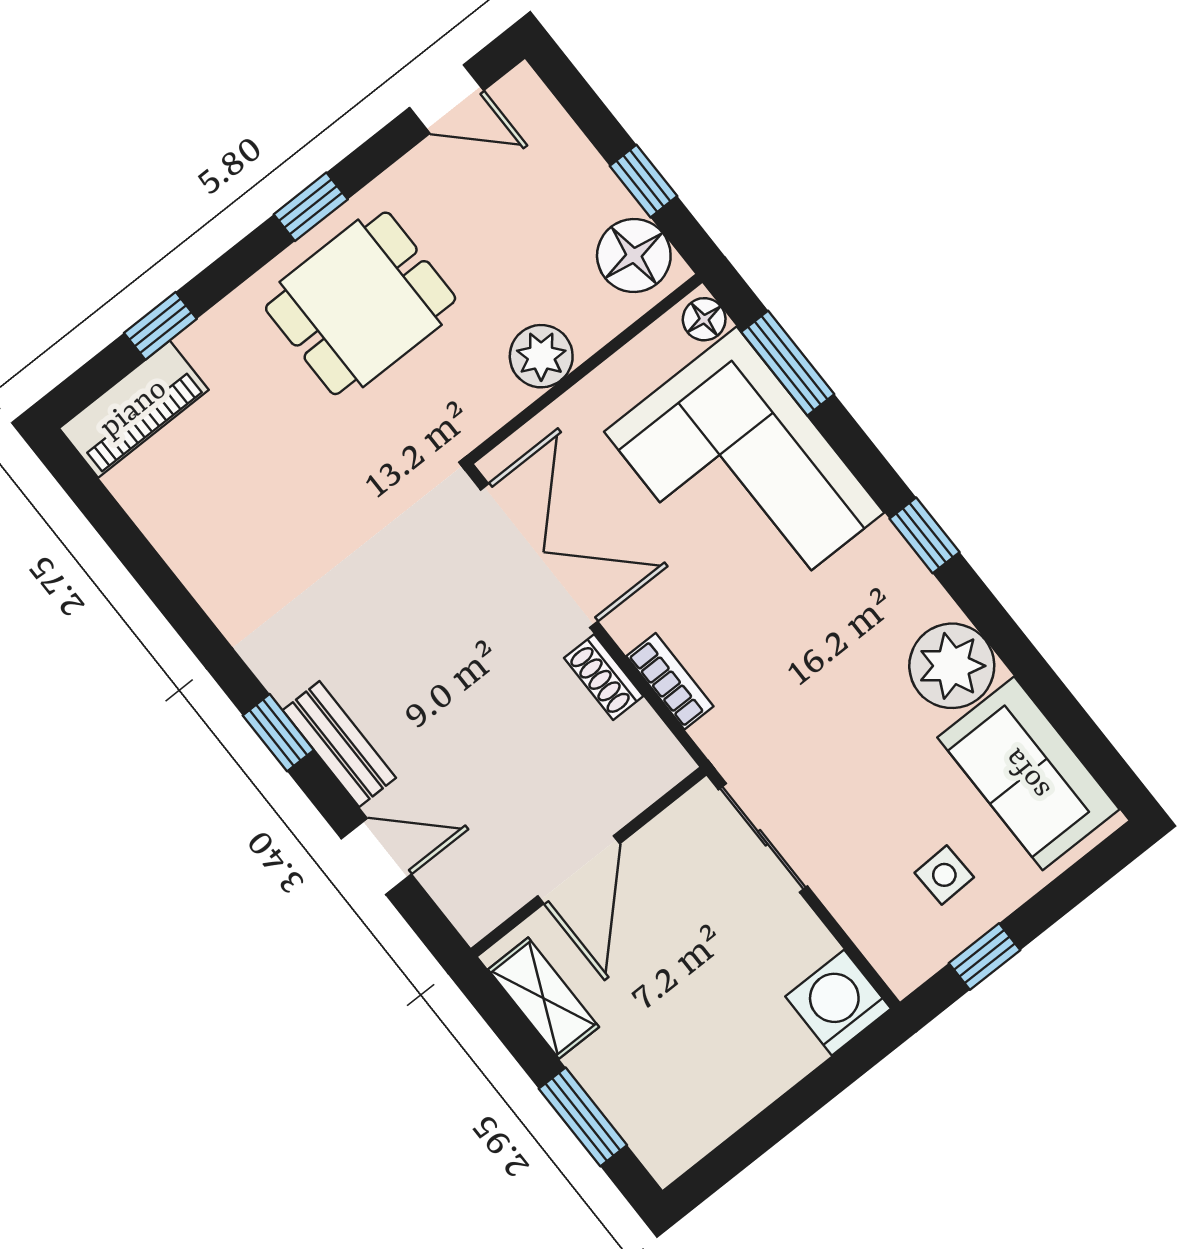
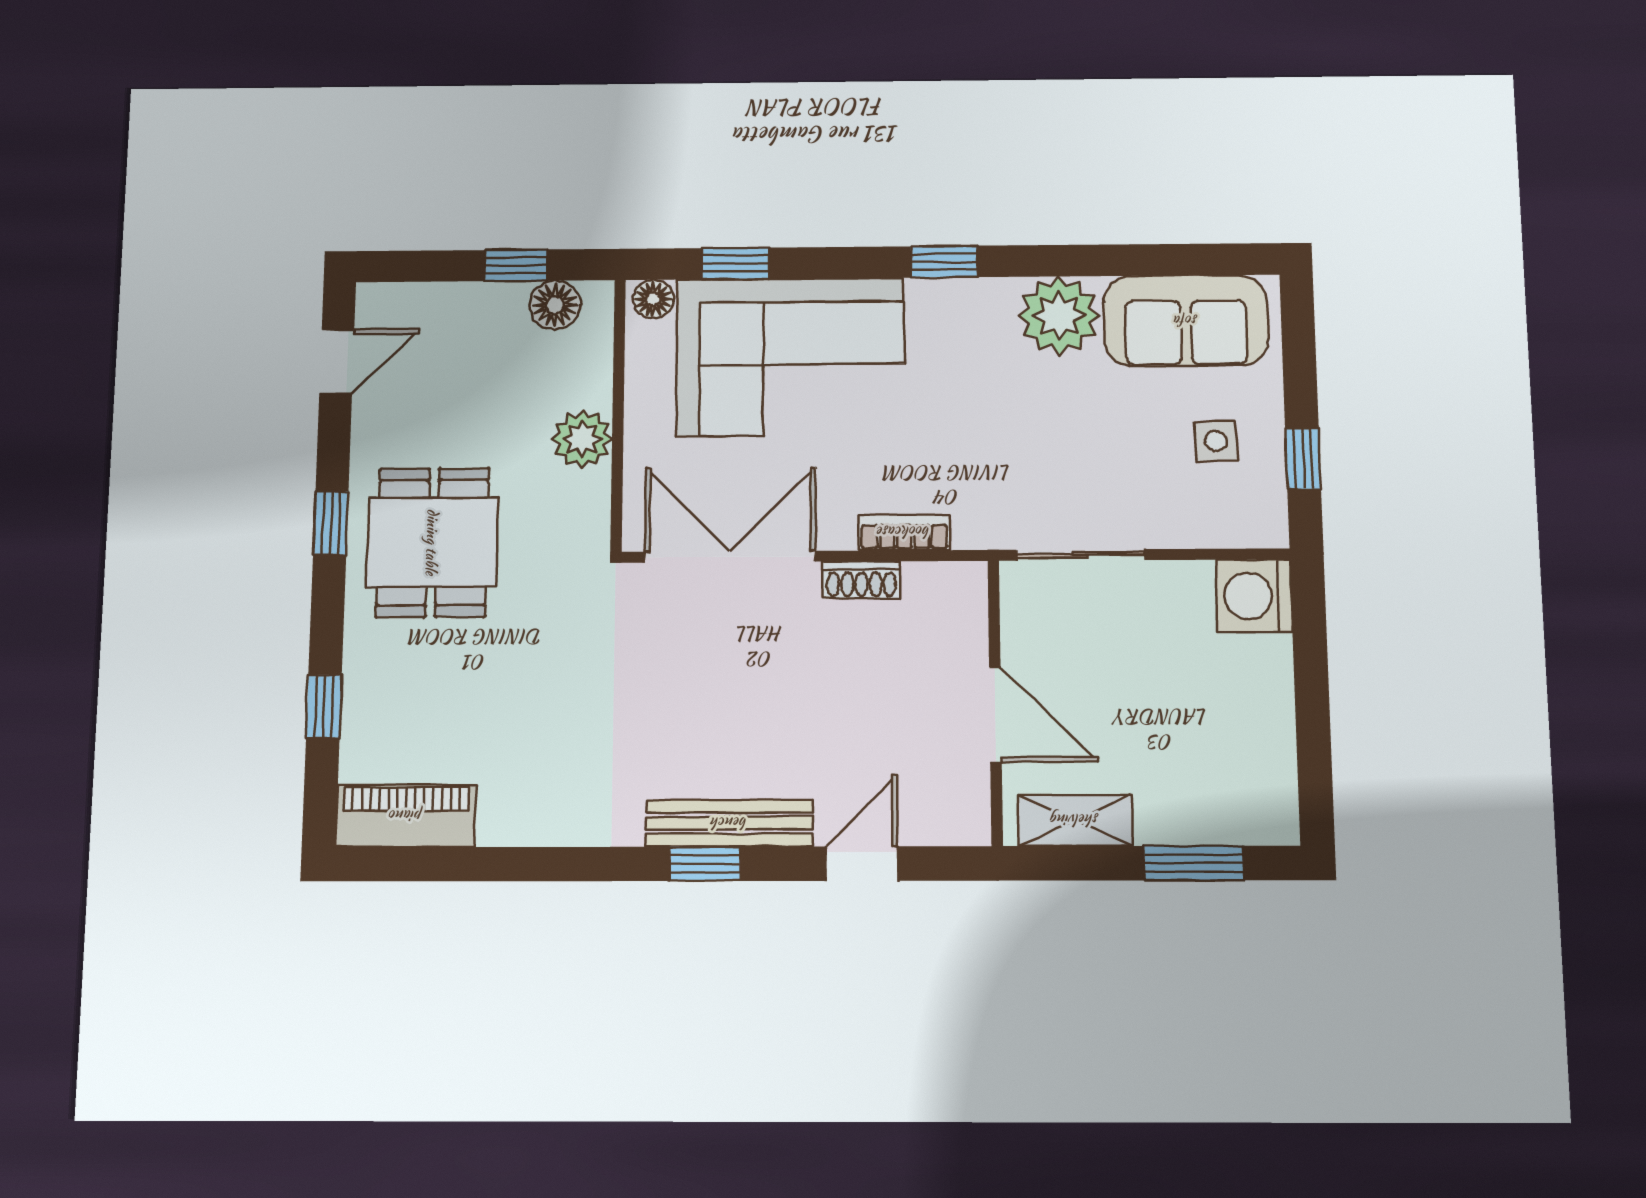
floor lamp: (634, 255) -> (555, 305), width x0.73, depth x0.73
window: (788, 363) -> (735, 263), width x0.67
piano: (134, 409) -> (406, 816), moved, turned -90
bench: (339, 744) -> (729, 823), width x1.36

